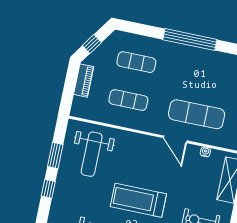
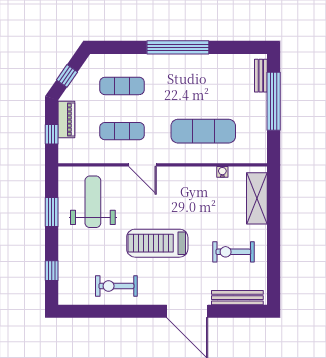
window: (69, 90) -> (52, 134), added
door: (175, 139) -> (142, 165), moved
weight bench: (92, 154) -> (93, 202), turned 180
window: (48, 189) -> (52, 271), moved

